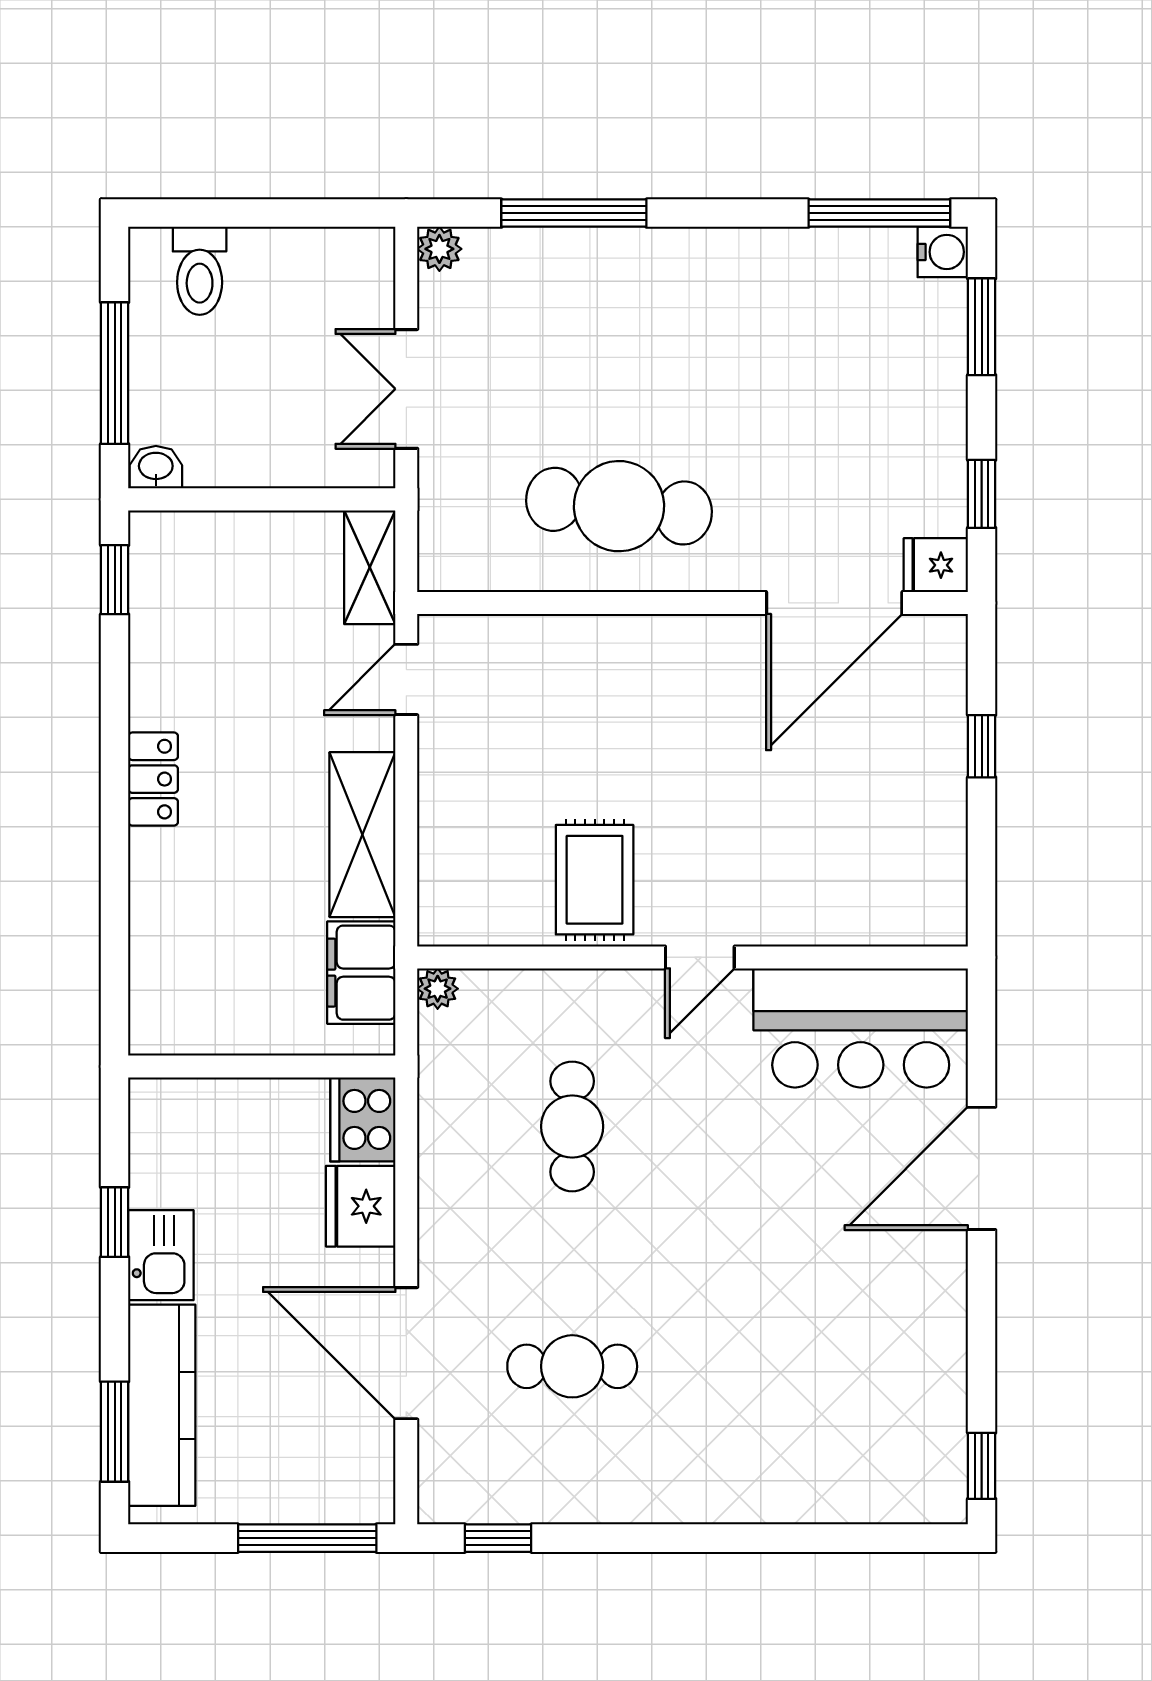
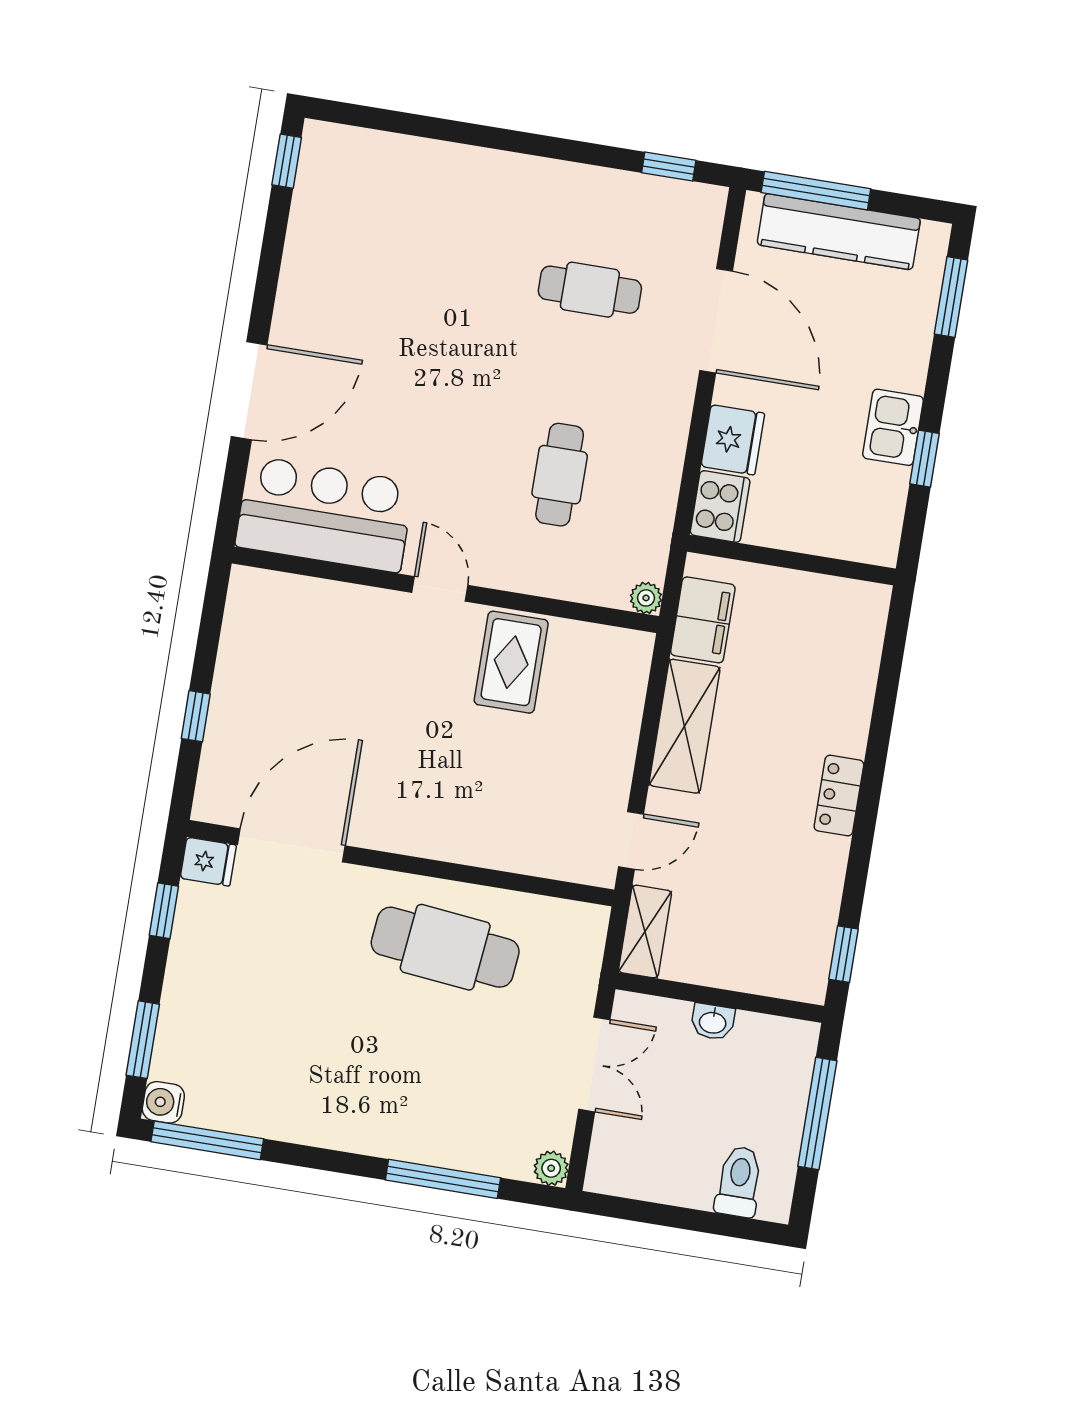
washbasin: (156, 467) -> (713, 1022), moved
door: (700, 957) -> (440, 589), hinge flipped
kitchen counter: (162, 1405) -> (839, 232), moved, turned -90

